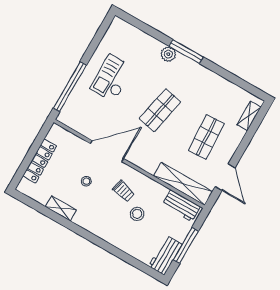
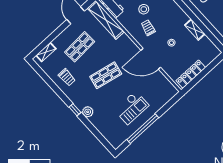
window: (186, 52) -> (75, 110), width x0.46
window: (70, 87) -> (143, 129), moved
trolley: (211, 91) -> (67, 77), added
locker: (40, 161) -> (191, 74), moved

